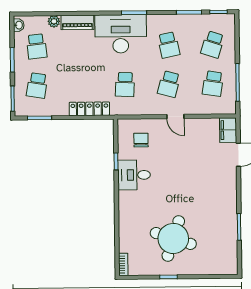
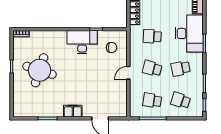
filing cabinet: (228, 130) -> (73, 111), moved
desk: (134, 175) -> (82, 42), width x1.37

